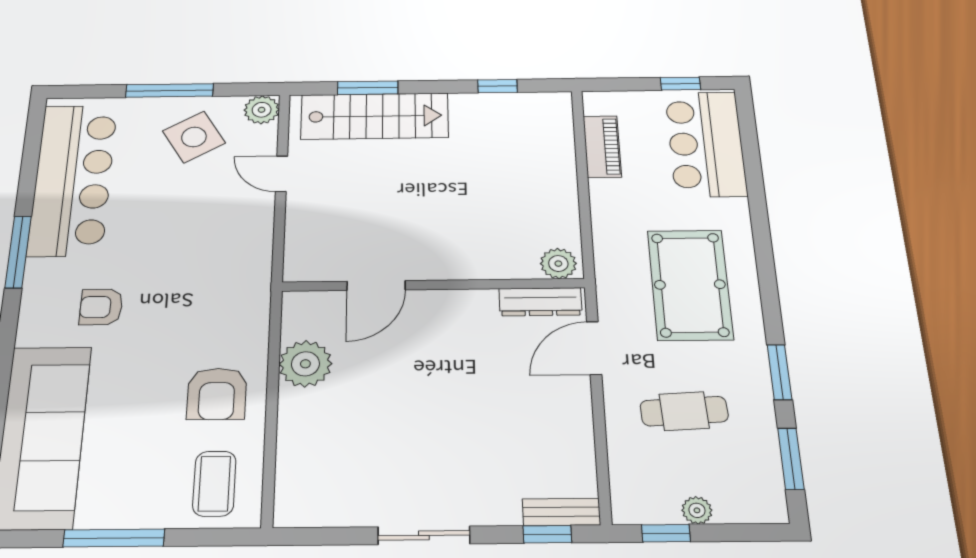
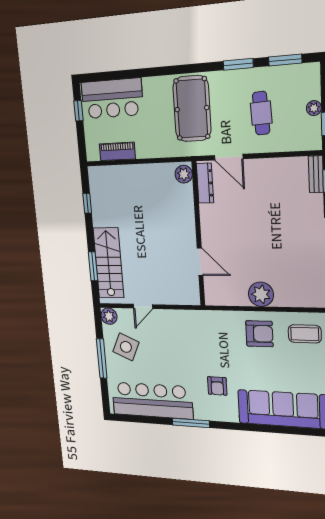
side table: (194, 137) -> (126, 347), turned -35
pool table: (690, 285) -> (192, 109), turned 90
plant: (305, 364) -> (261, 294), moved

